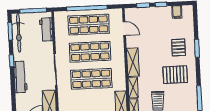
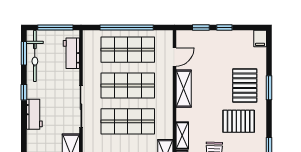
filing cabinet: (177, 12) -> (260, 39), moved
door: (124, 28) -> (174, 57), hinge flipped
pallet: (179, 47) -> (245, 86), width x1.50, depth x1.42
shelving: (133, 62) -> (184, 89), moved
workbench: (20, 77) -> (34, 114), width x0.73

